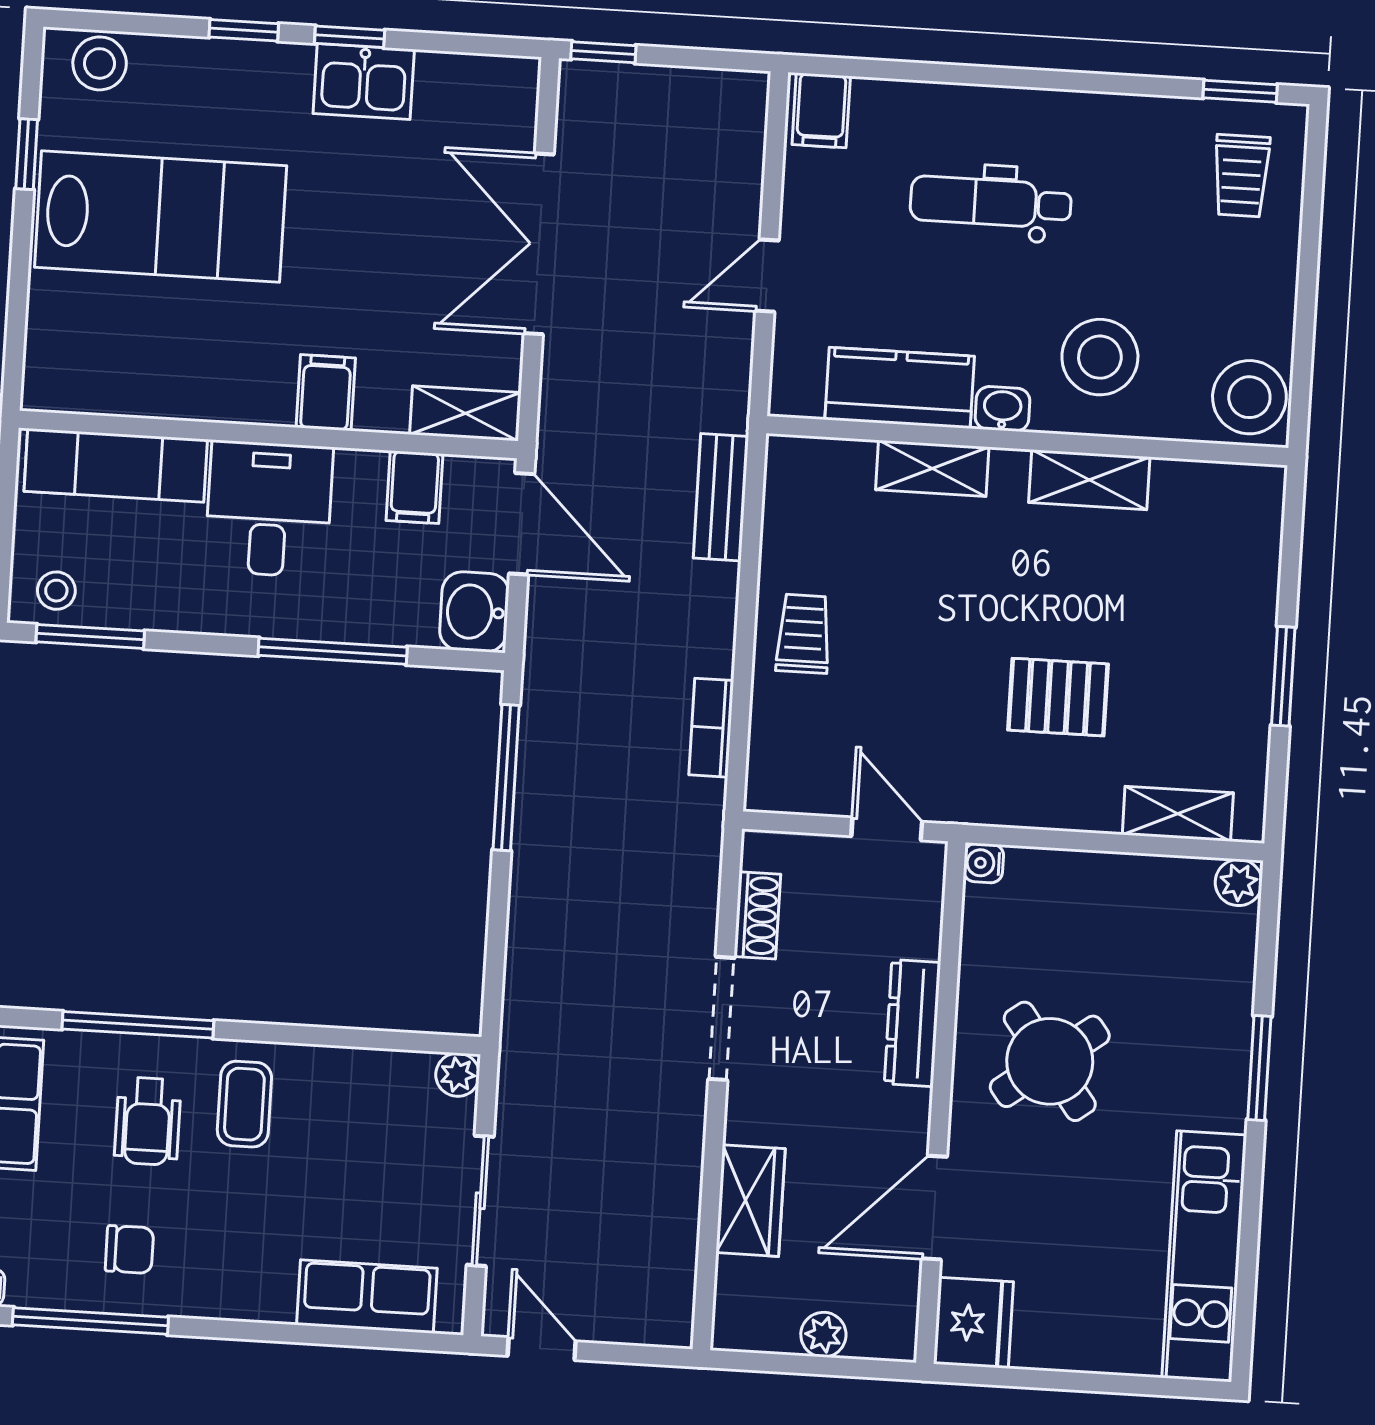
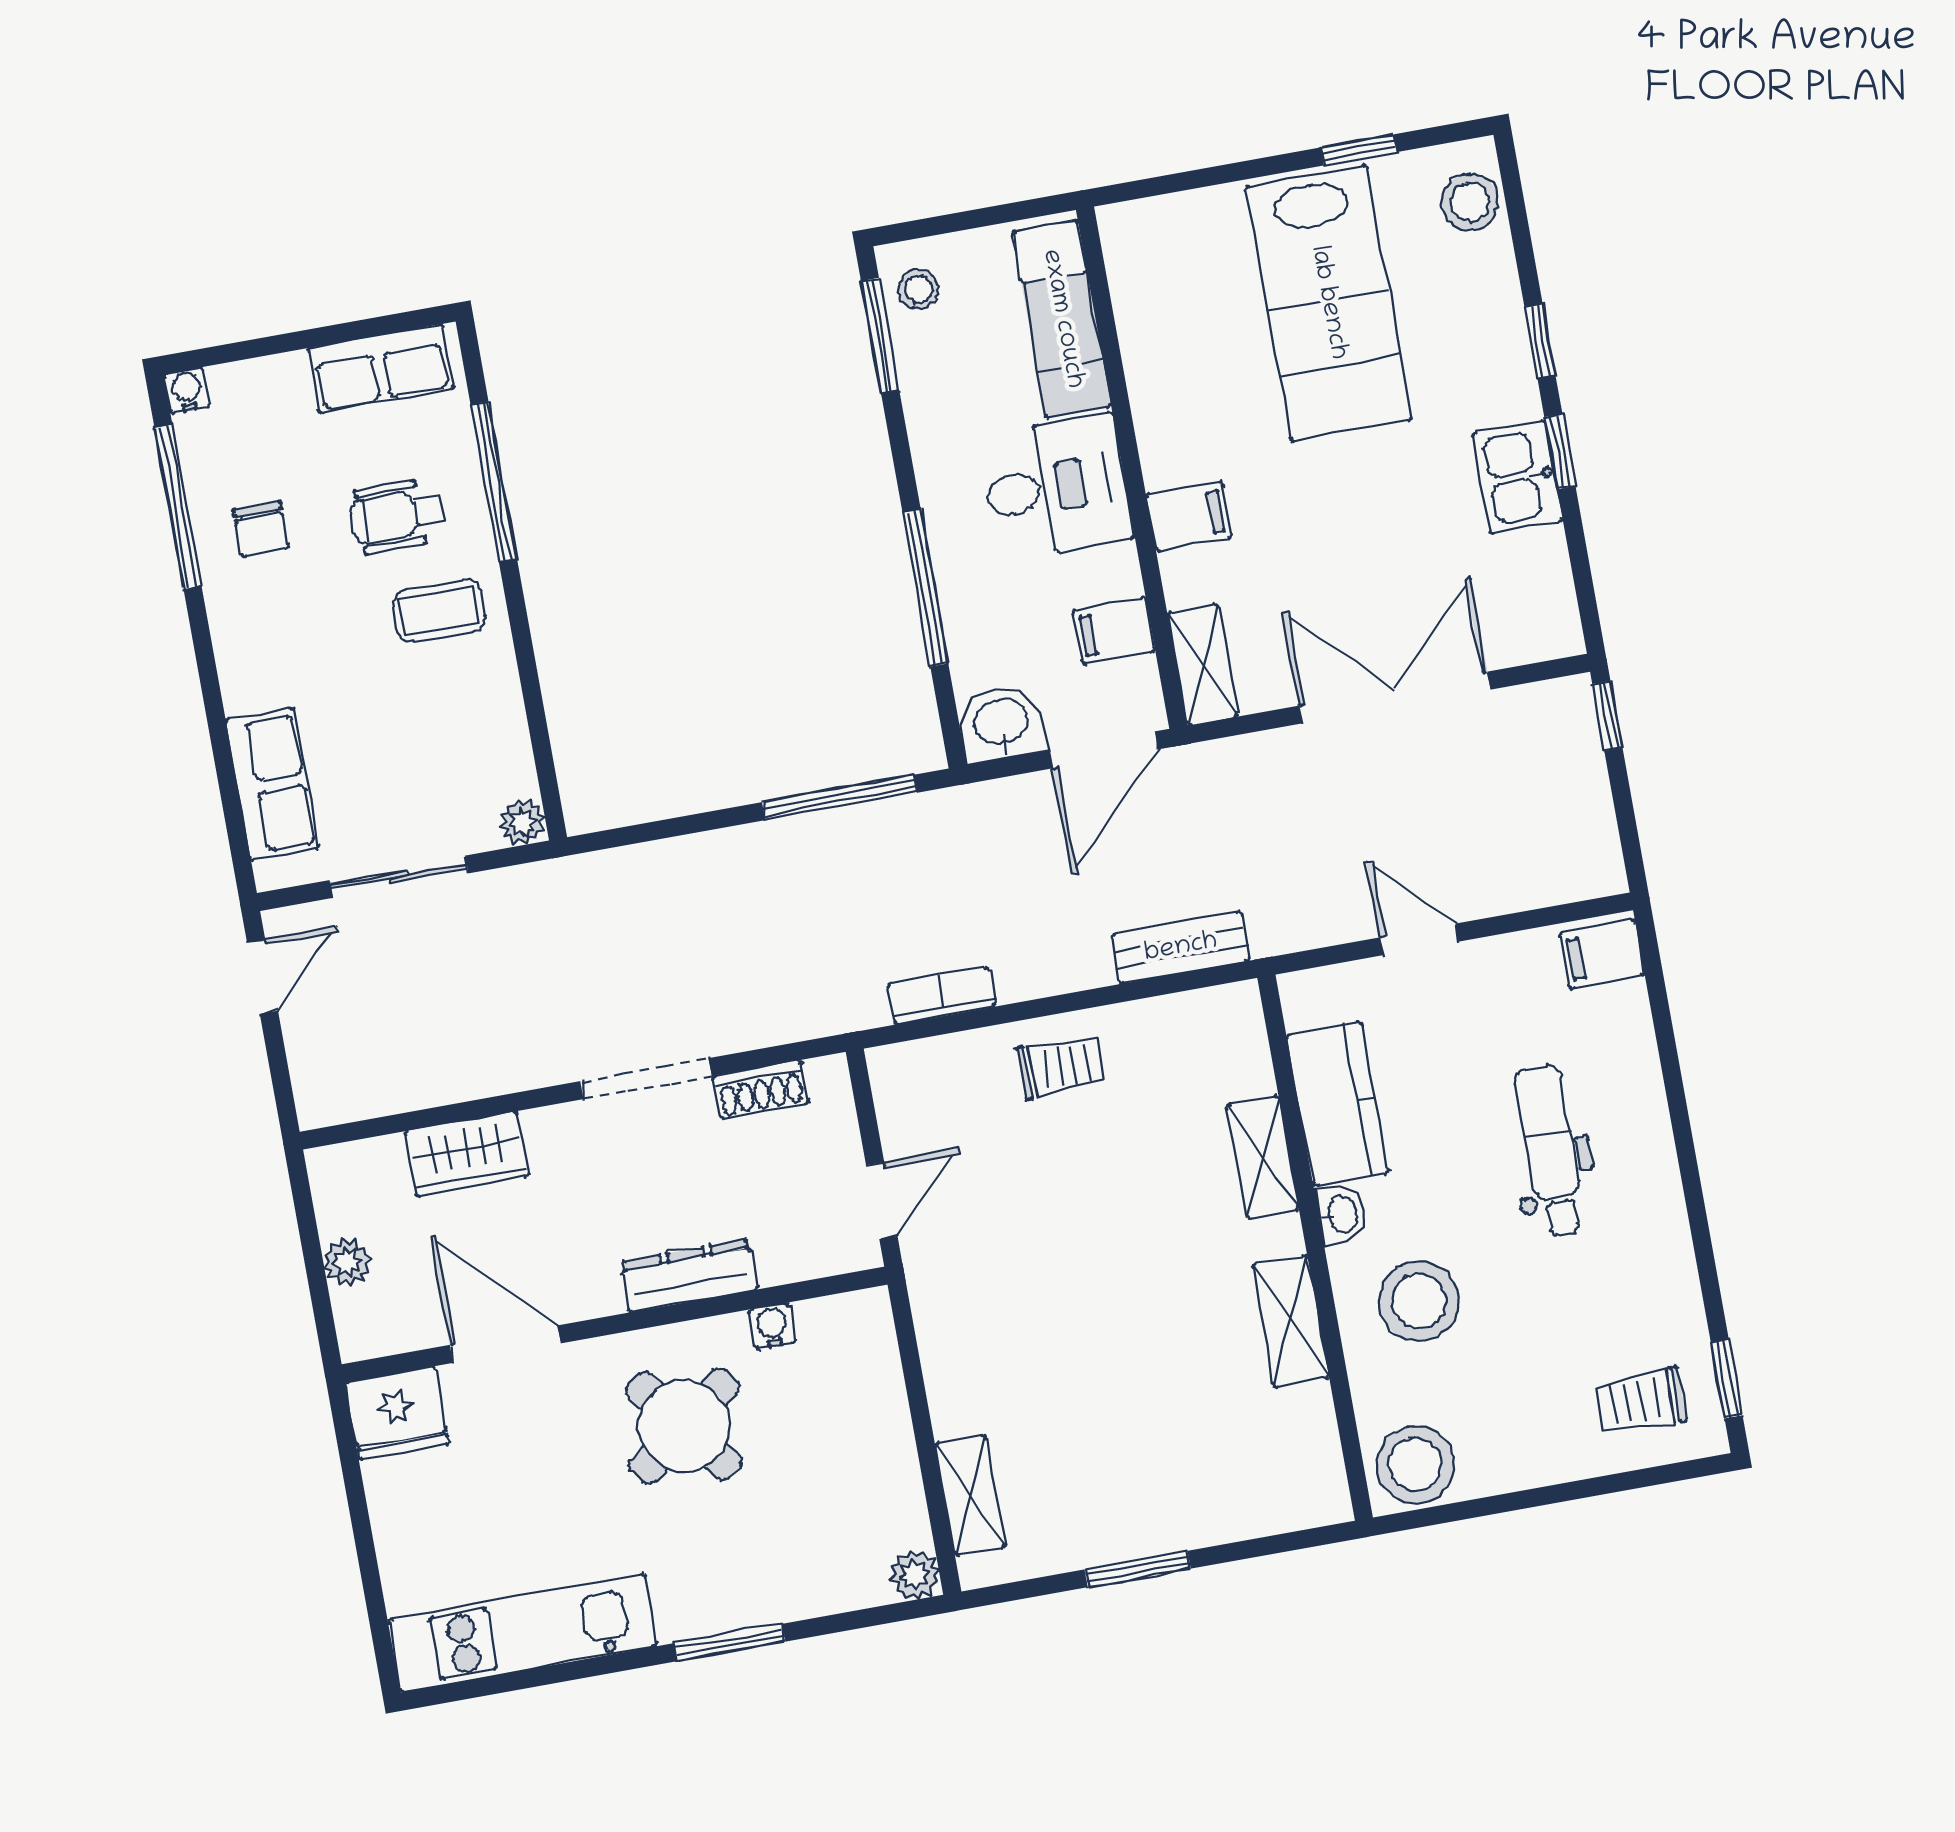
pallet: (1058, 697) -> (1060, 1343), removed
water cooler: (984, 863) -> (772, 1326), moved

